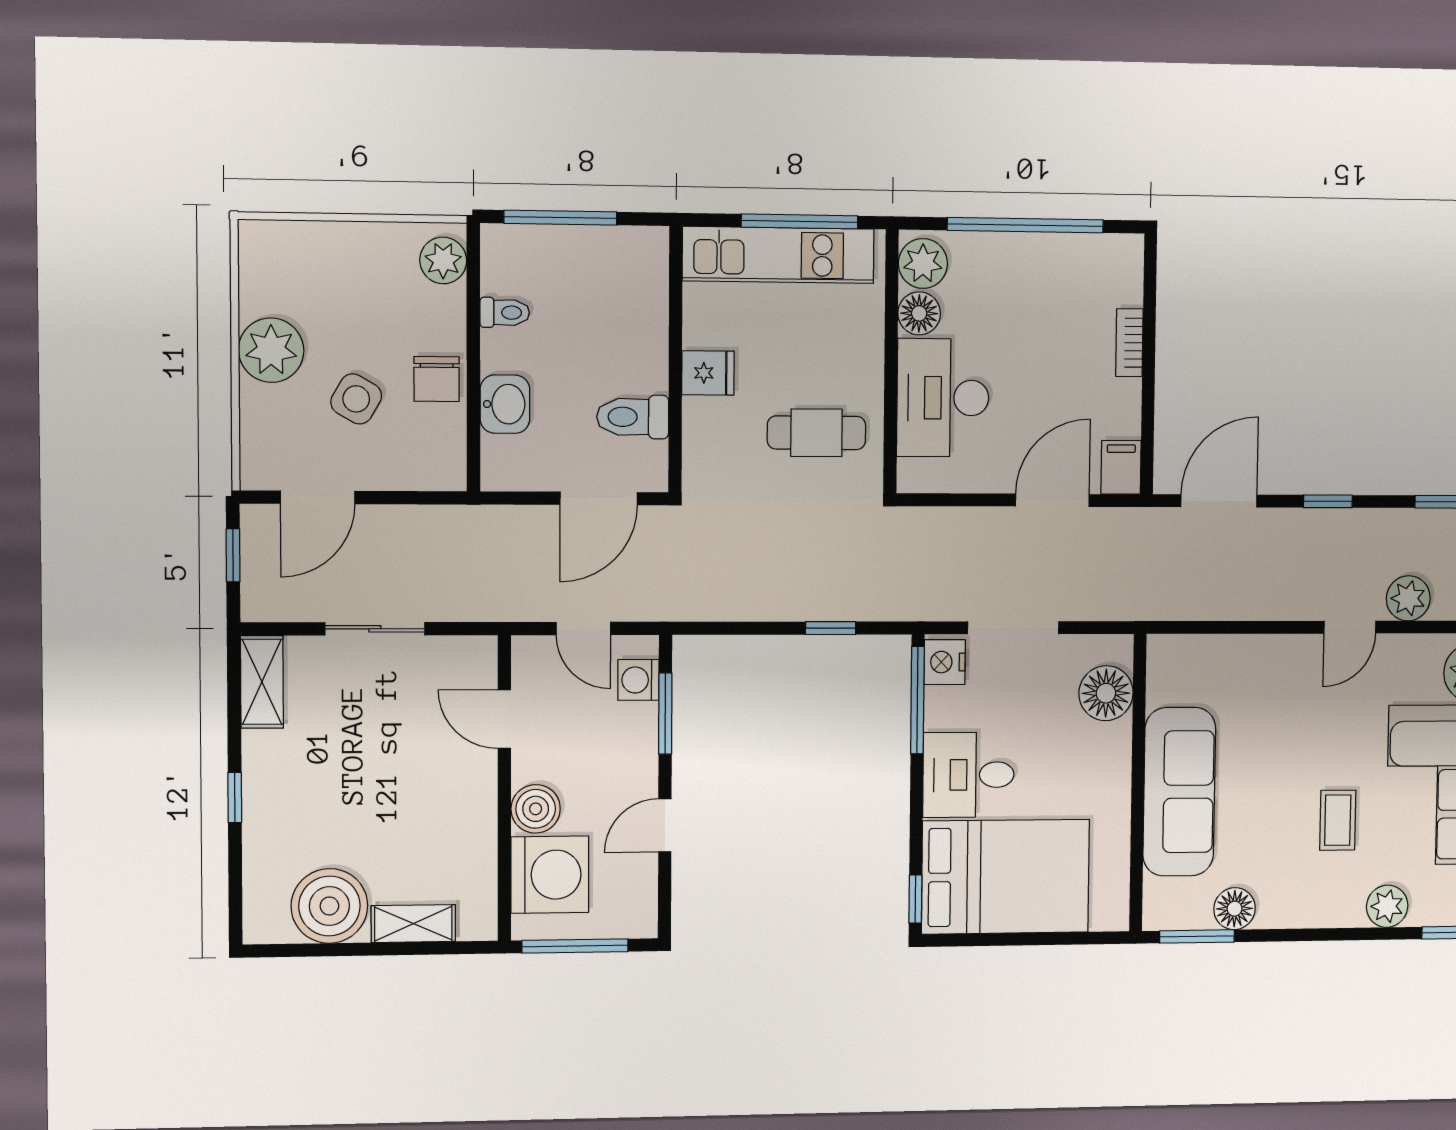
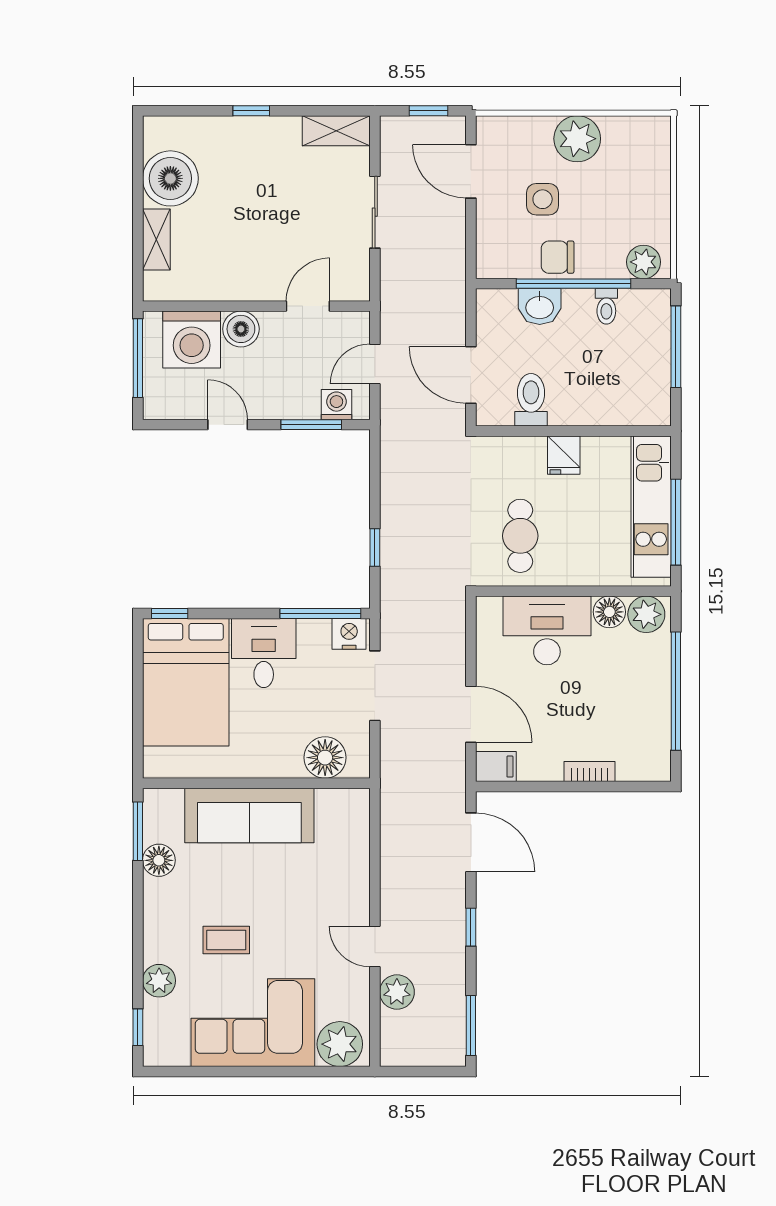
window: (473, 357) -> (574, 284), added
side table: (356, 399) -> (543, 199), turned -30

